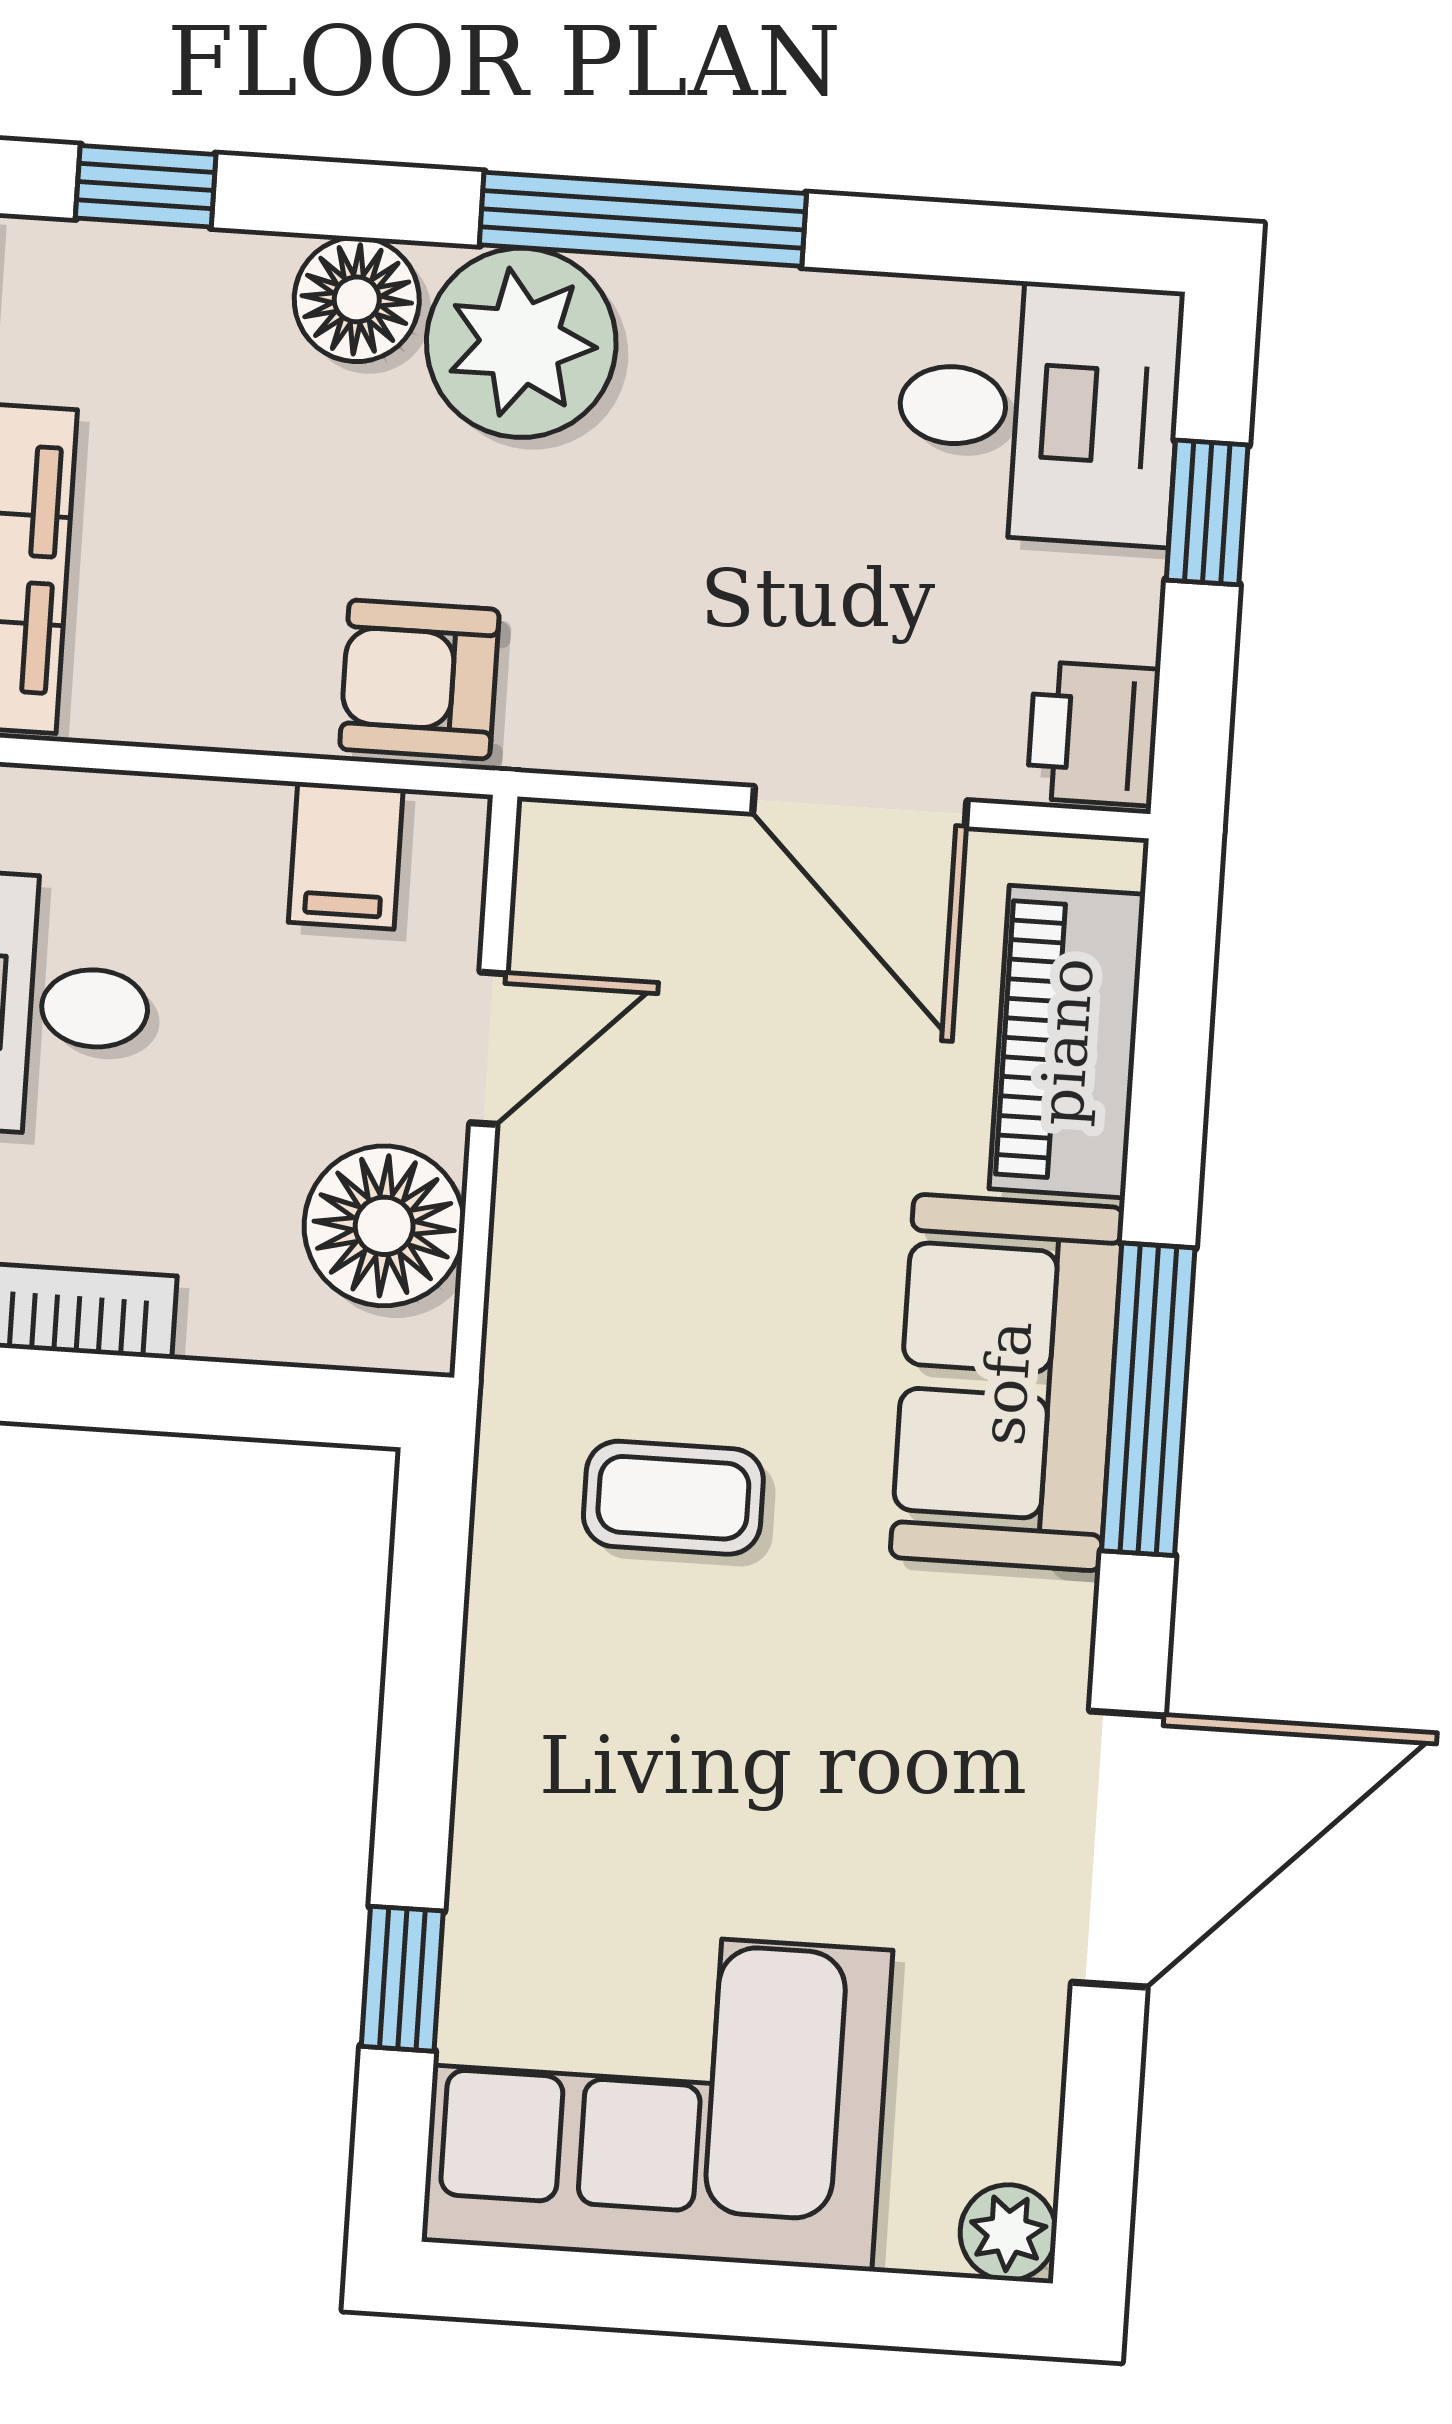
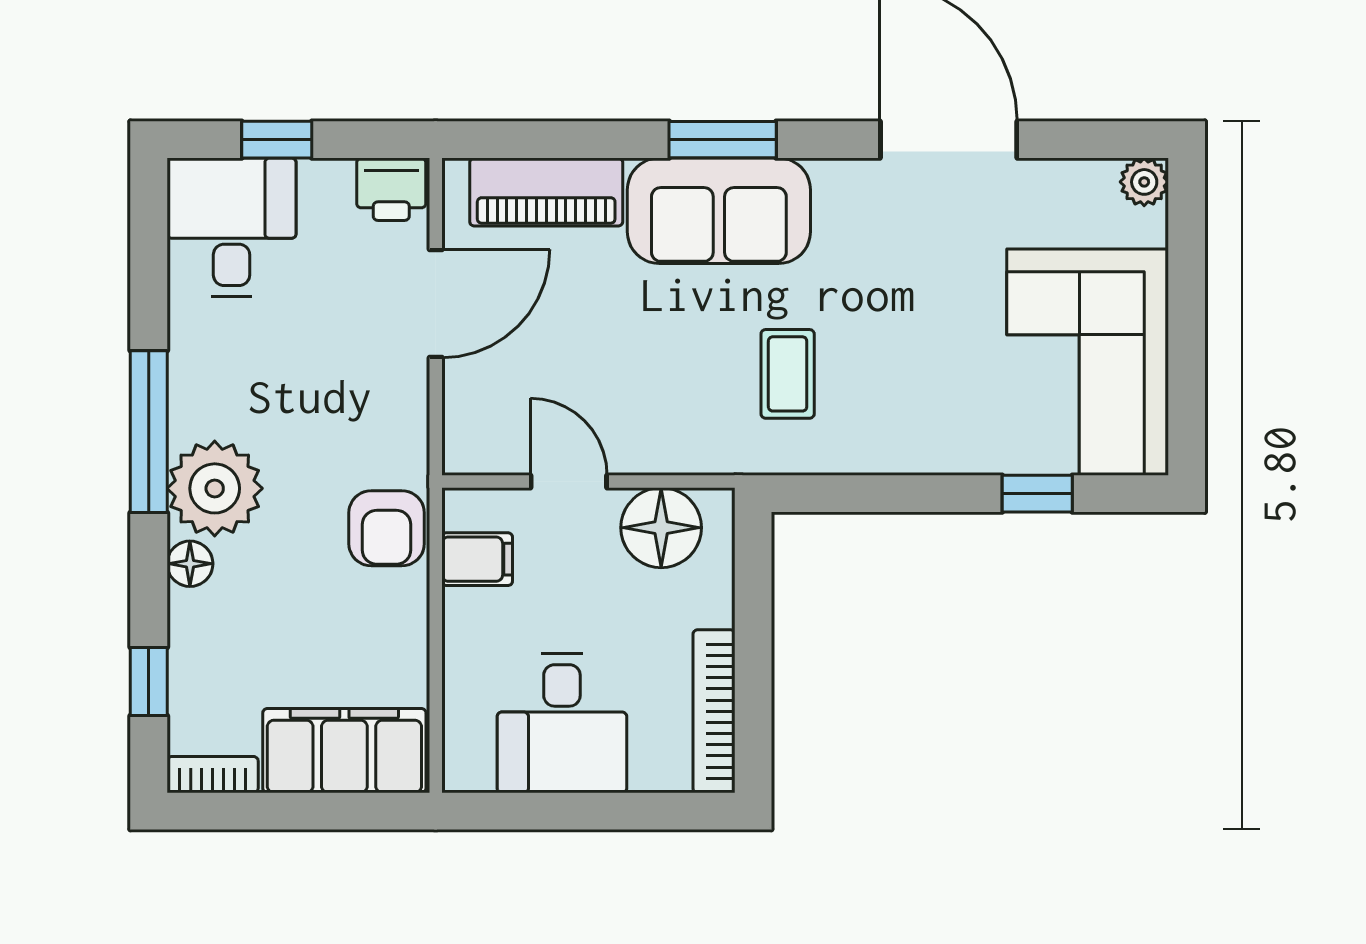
floor lamp: (357, 299) -> (190, 564), width x0.73, depth x0.73
window: (1148, 1399) -> (723, 140), width x0.69

